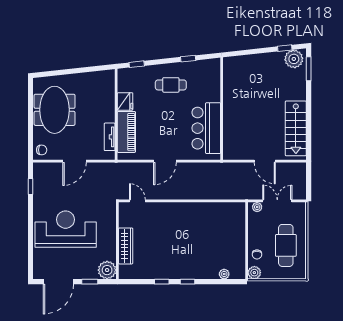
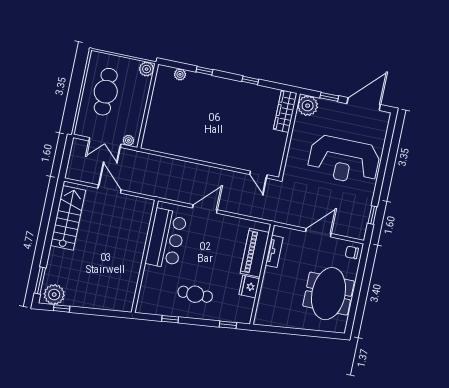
door: (165, 161) -> (205, 209), moved
wardrobe: (126, 246) -> (285, 111), moved
chair: (257, 254) -> (139, 88), removed
window: (188, 282) -> (204, 71), moved

